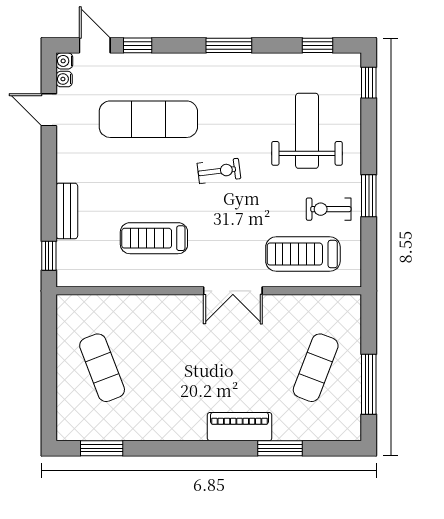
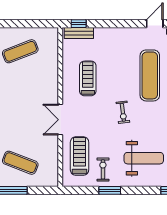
bench: (67, 211) -> (79, 33), moved

